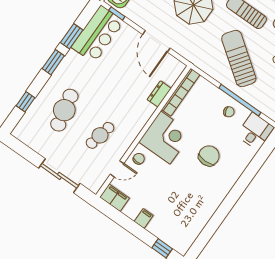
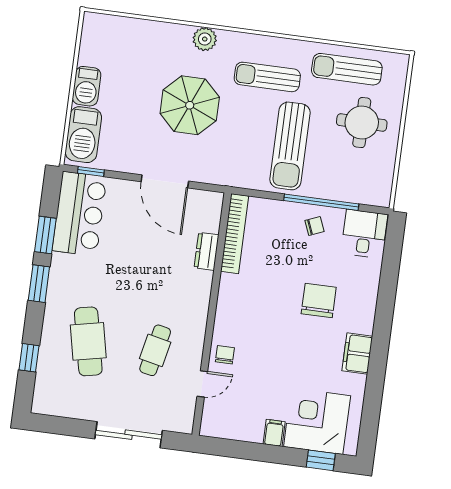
sun lounger: (239, 59) -> (290, 146), turned -126
corner desk: (165, 138) -> (317, 421), moved, turned -90
filing cabinet: (114, 198) -> (357, 354), moved, turned -90

